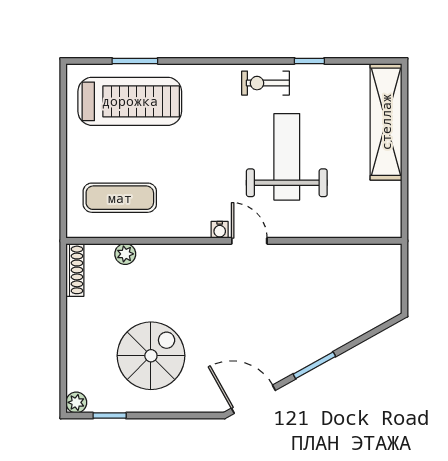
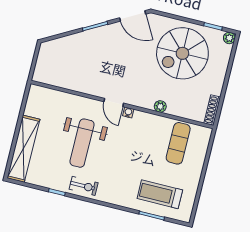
treadmill: (130, 101) -> (160, 194), width x0.73, depth x0.73
exercise mat: (120, 198) -> (178, 143), turned 90
plant: (125, 254) -> (160, 106), moved
spiral stairs: (151, 356) -> (182, 53), width x1.37, depth x1.37

